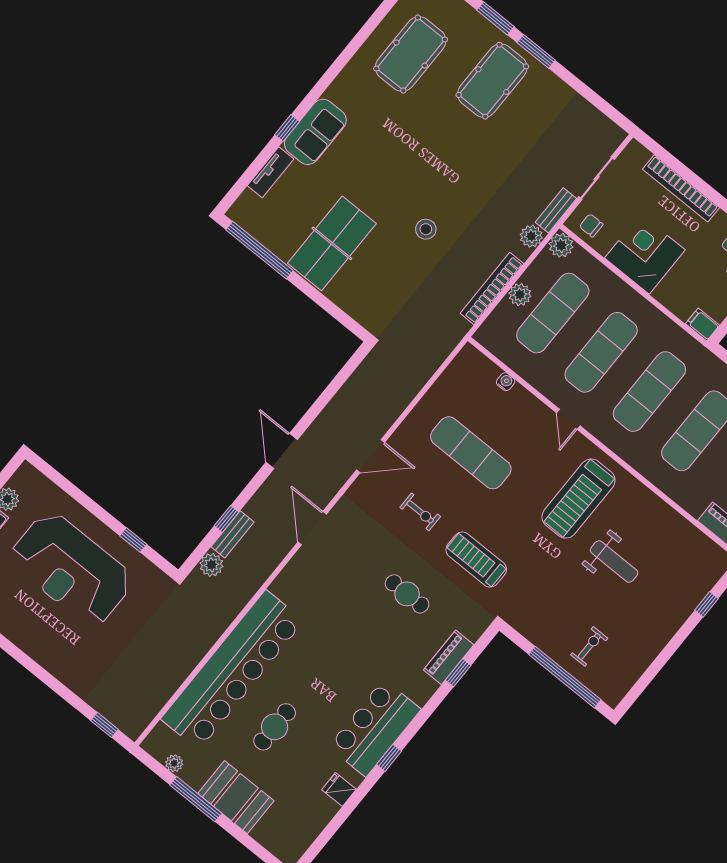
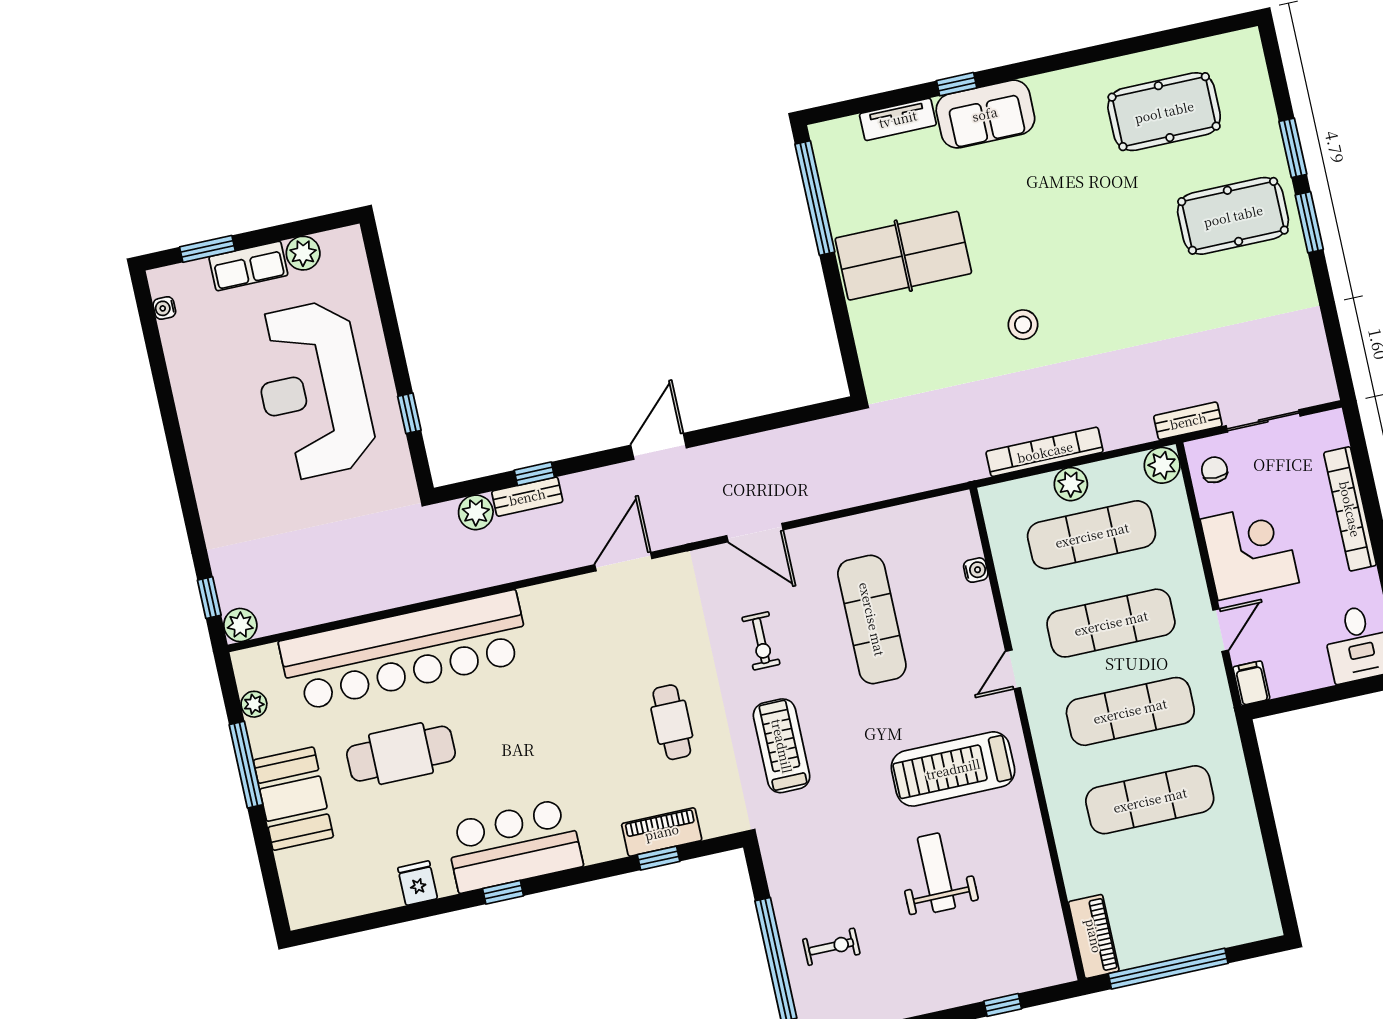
plant: (531, 236) -> (240, 625), moved
door: (663, 309) -> (1221, 630), added
weight bench: (614, 562) -> (936, 873), turned 180
cafe table: (275, 727) -> (401, 754), width x1.37, depth x1.35

